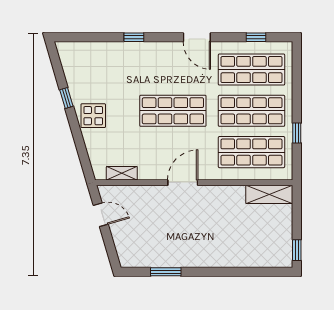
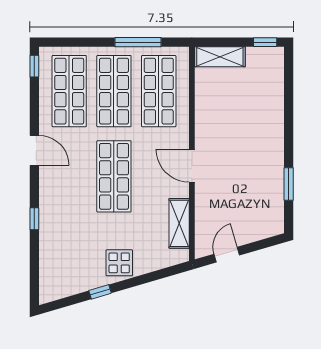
door: (197, 37) -> (34, 150), hinge flipped
window: (256, 37) -> (34, 66), moved
window: (297, 133) -> (138, 42), width x2.17
shelving: (122, 173) -> (179, 223), width x1.50, depth x1.33
shelving: (269, 194) -> (220, 57), moved, turned 90

